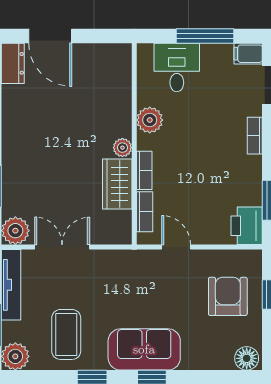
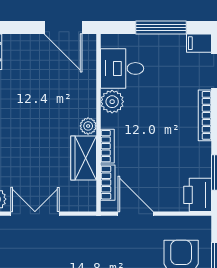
door: (50, 36) -> (63, 28), moved
desk: (177, 67) -> (122, 68), moved, turned -90
bookcase: (255, 136) -> (205, 115), width x1.56
door: (176, 247) -> (136, 214), width x1.38

